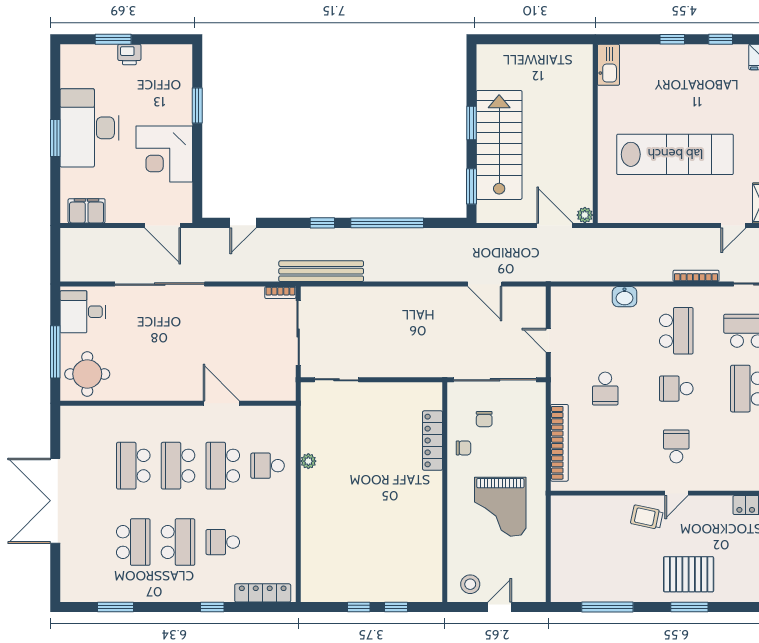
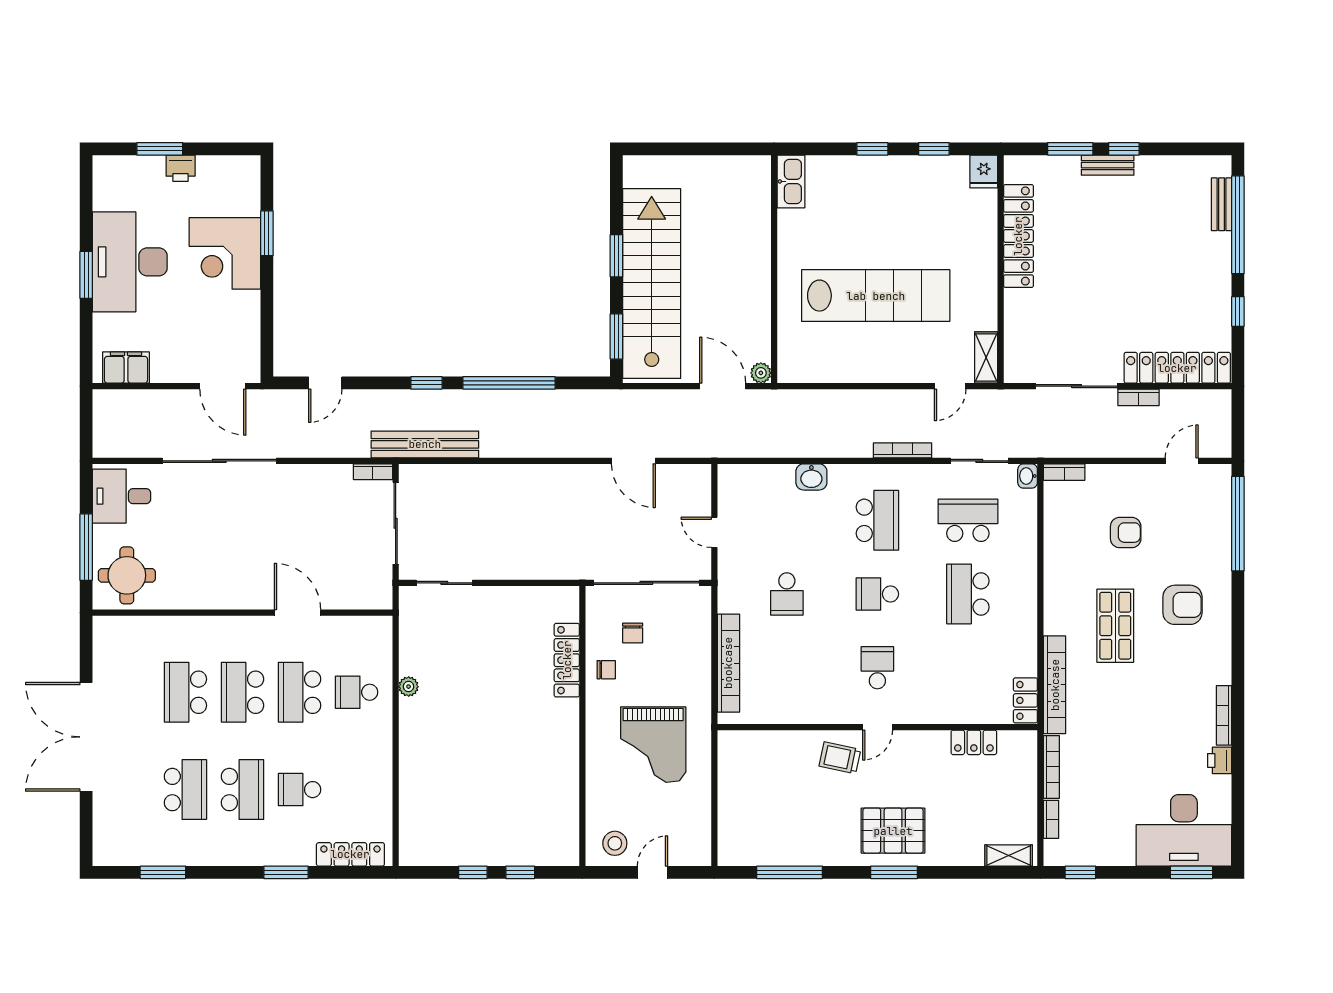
stairs: (499, 145) -> (652, 284), width x1.36
corner desk: (164, 154) -> (225, 253), moved
window: (212, 607) -> (286, 872), width x1.50

